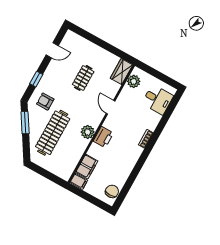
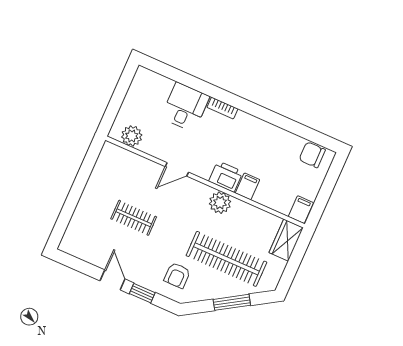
door: (52, 50) -> (112, 280), moved
wardrobe: (121, 72) -> (286, 240), moved, turned 90
desk: (158, 100) -> (185, 107), moved
window: (25, 123) -> (232, 302), moved
filing cabinet: (87, 167) -> (248, 186), moved, width x0.50

